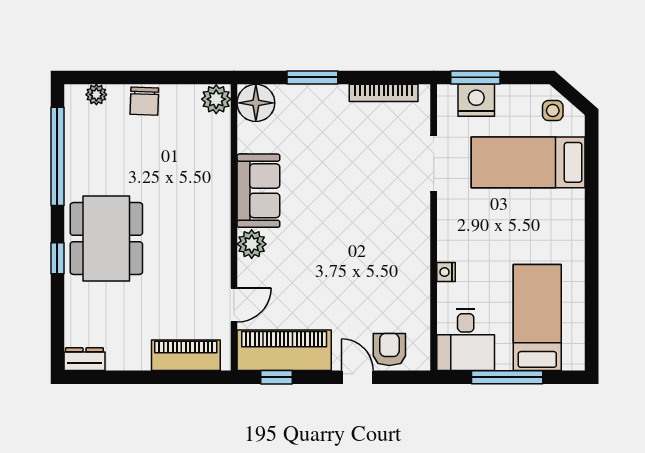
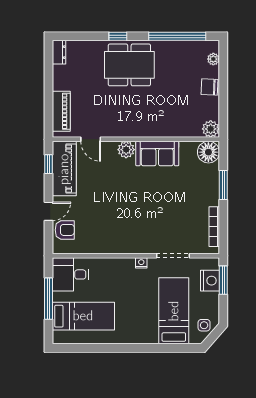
nightstand: (446, 272) -> (141, 263), moved

